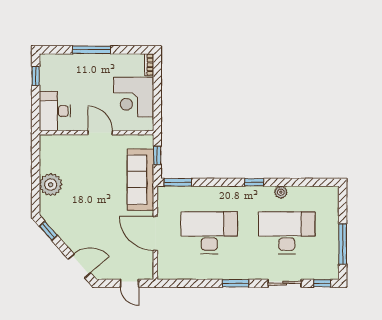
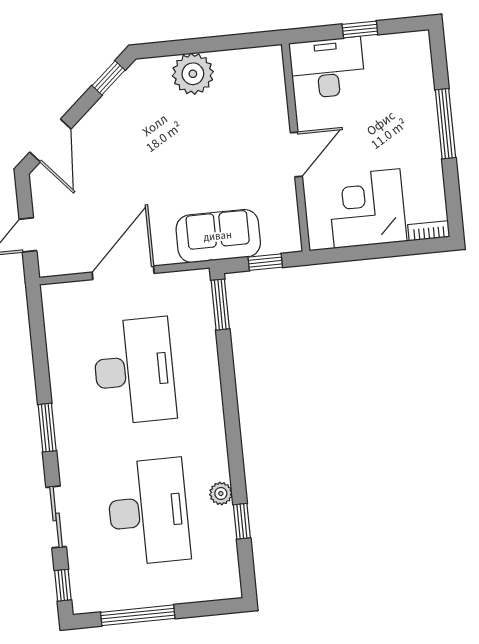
window: (36, 76) -> (360, 29), moved
sofa: (140, 180) -> (218, 236), width x0.73
window: (254, 182) -> (242, 521), moved

